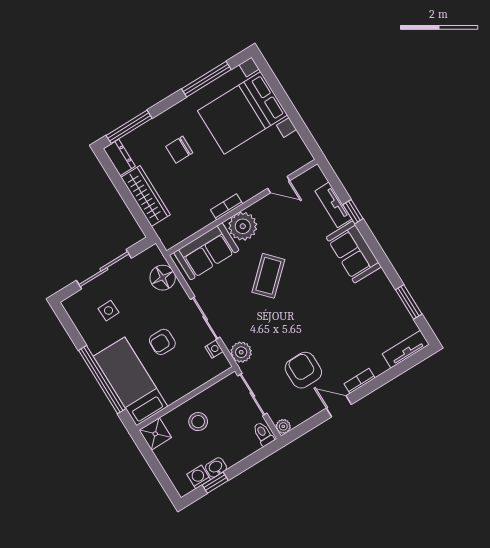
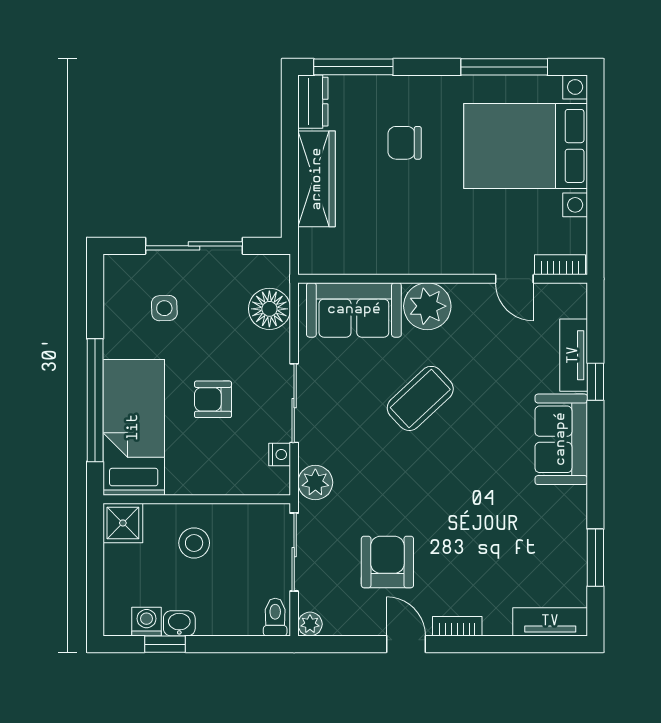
bookcase: (227, 207) -> (560, 265), moved

